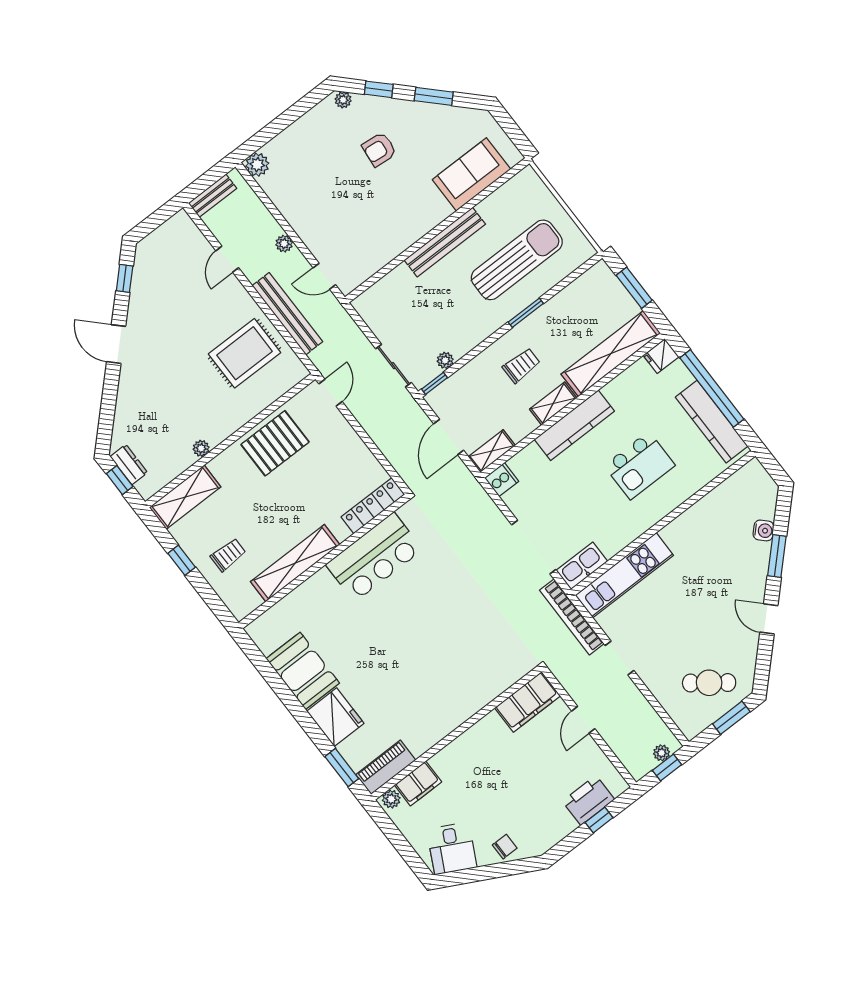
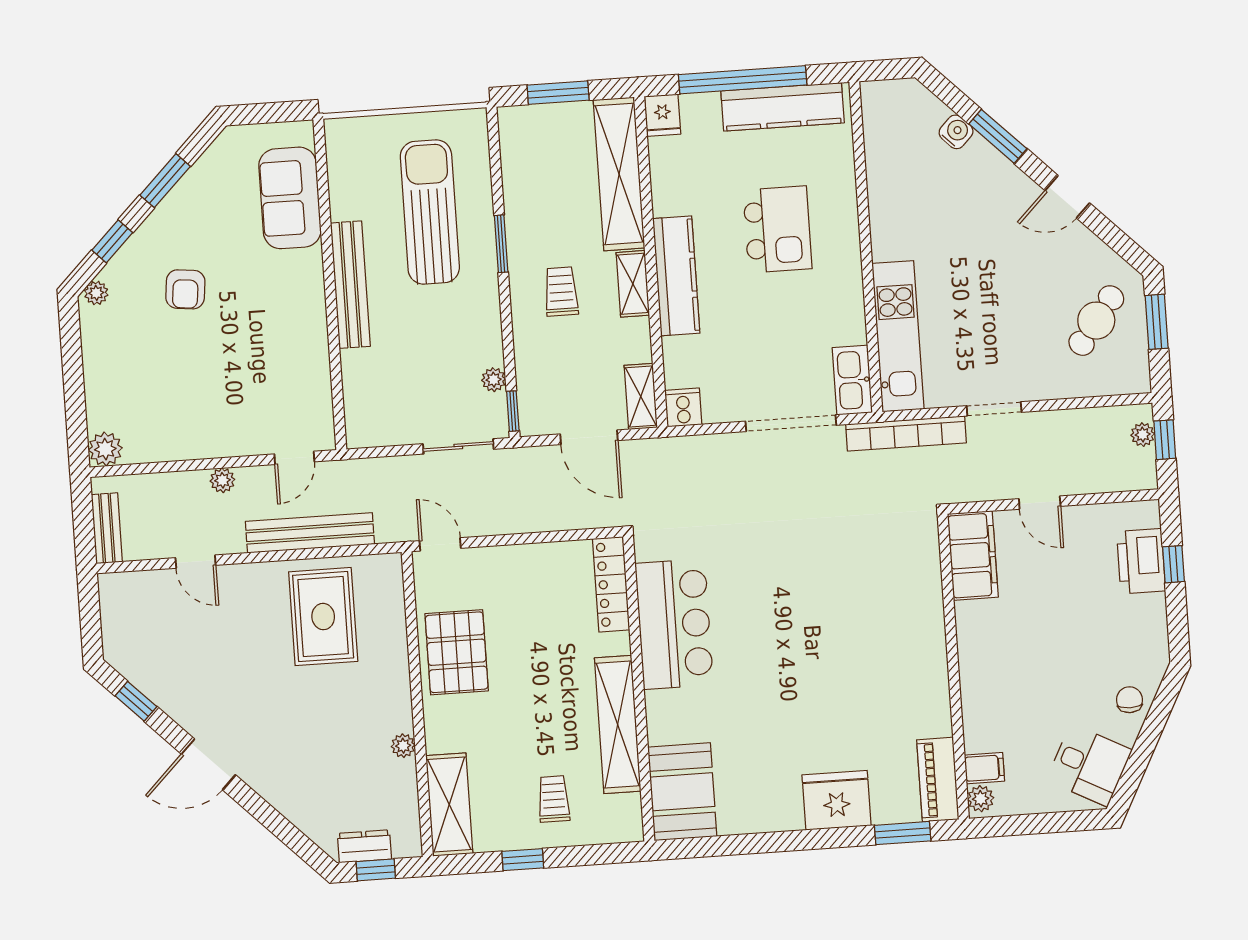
booth: (303, 671) -> (682, 792), moved, turned 90
filing cabinet: (418, 784) -> (984, 768), width x0.50

